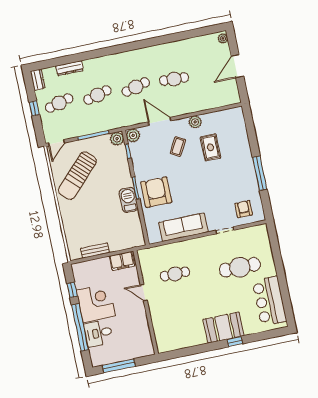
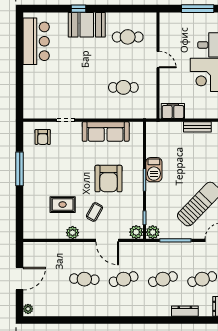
rug: (210, 147) -> (63, 205), turned 90
armchair: (156, 192) -> (109, 179), moved
cafe table: (240, 267) -> (128, 37), moved, width x0.73, depth x0.74
door: (144, 292) -> (158, 60), moved

